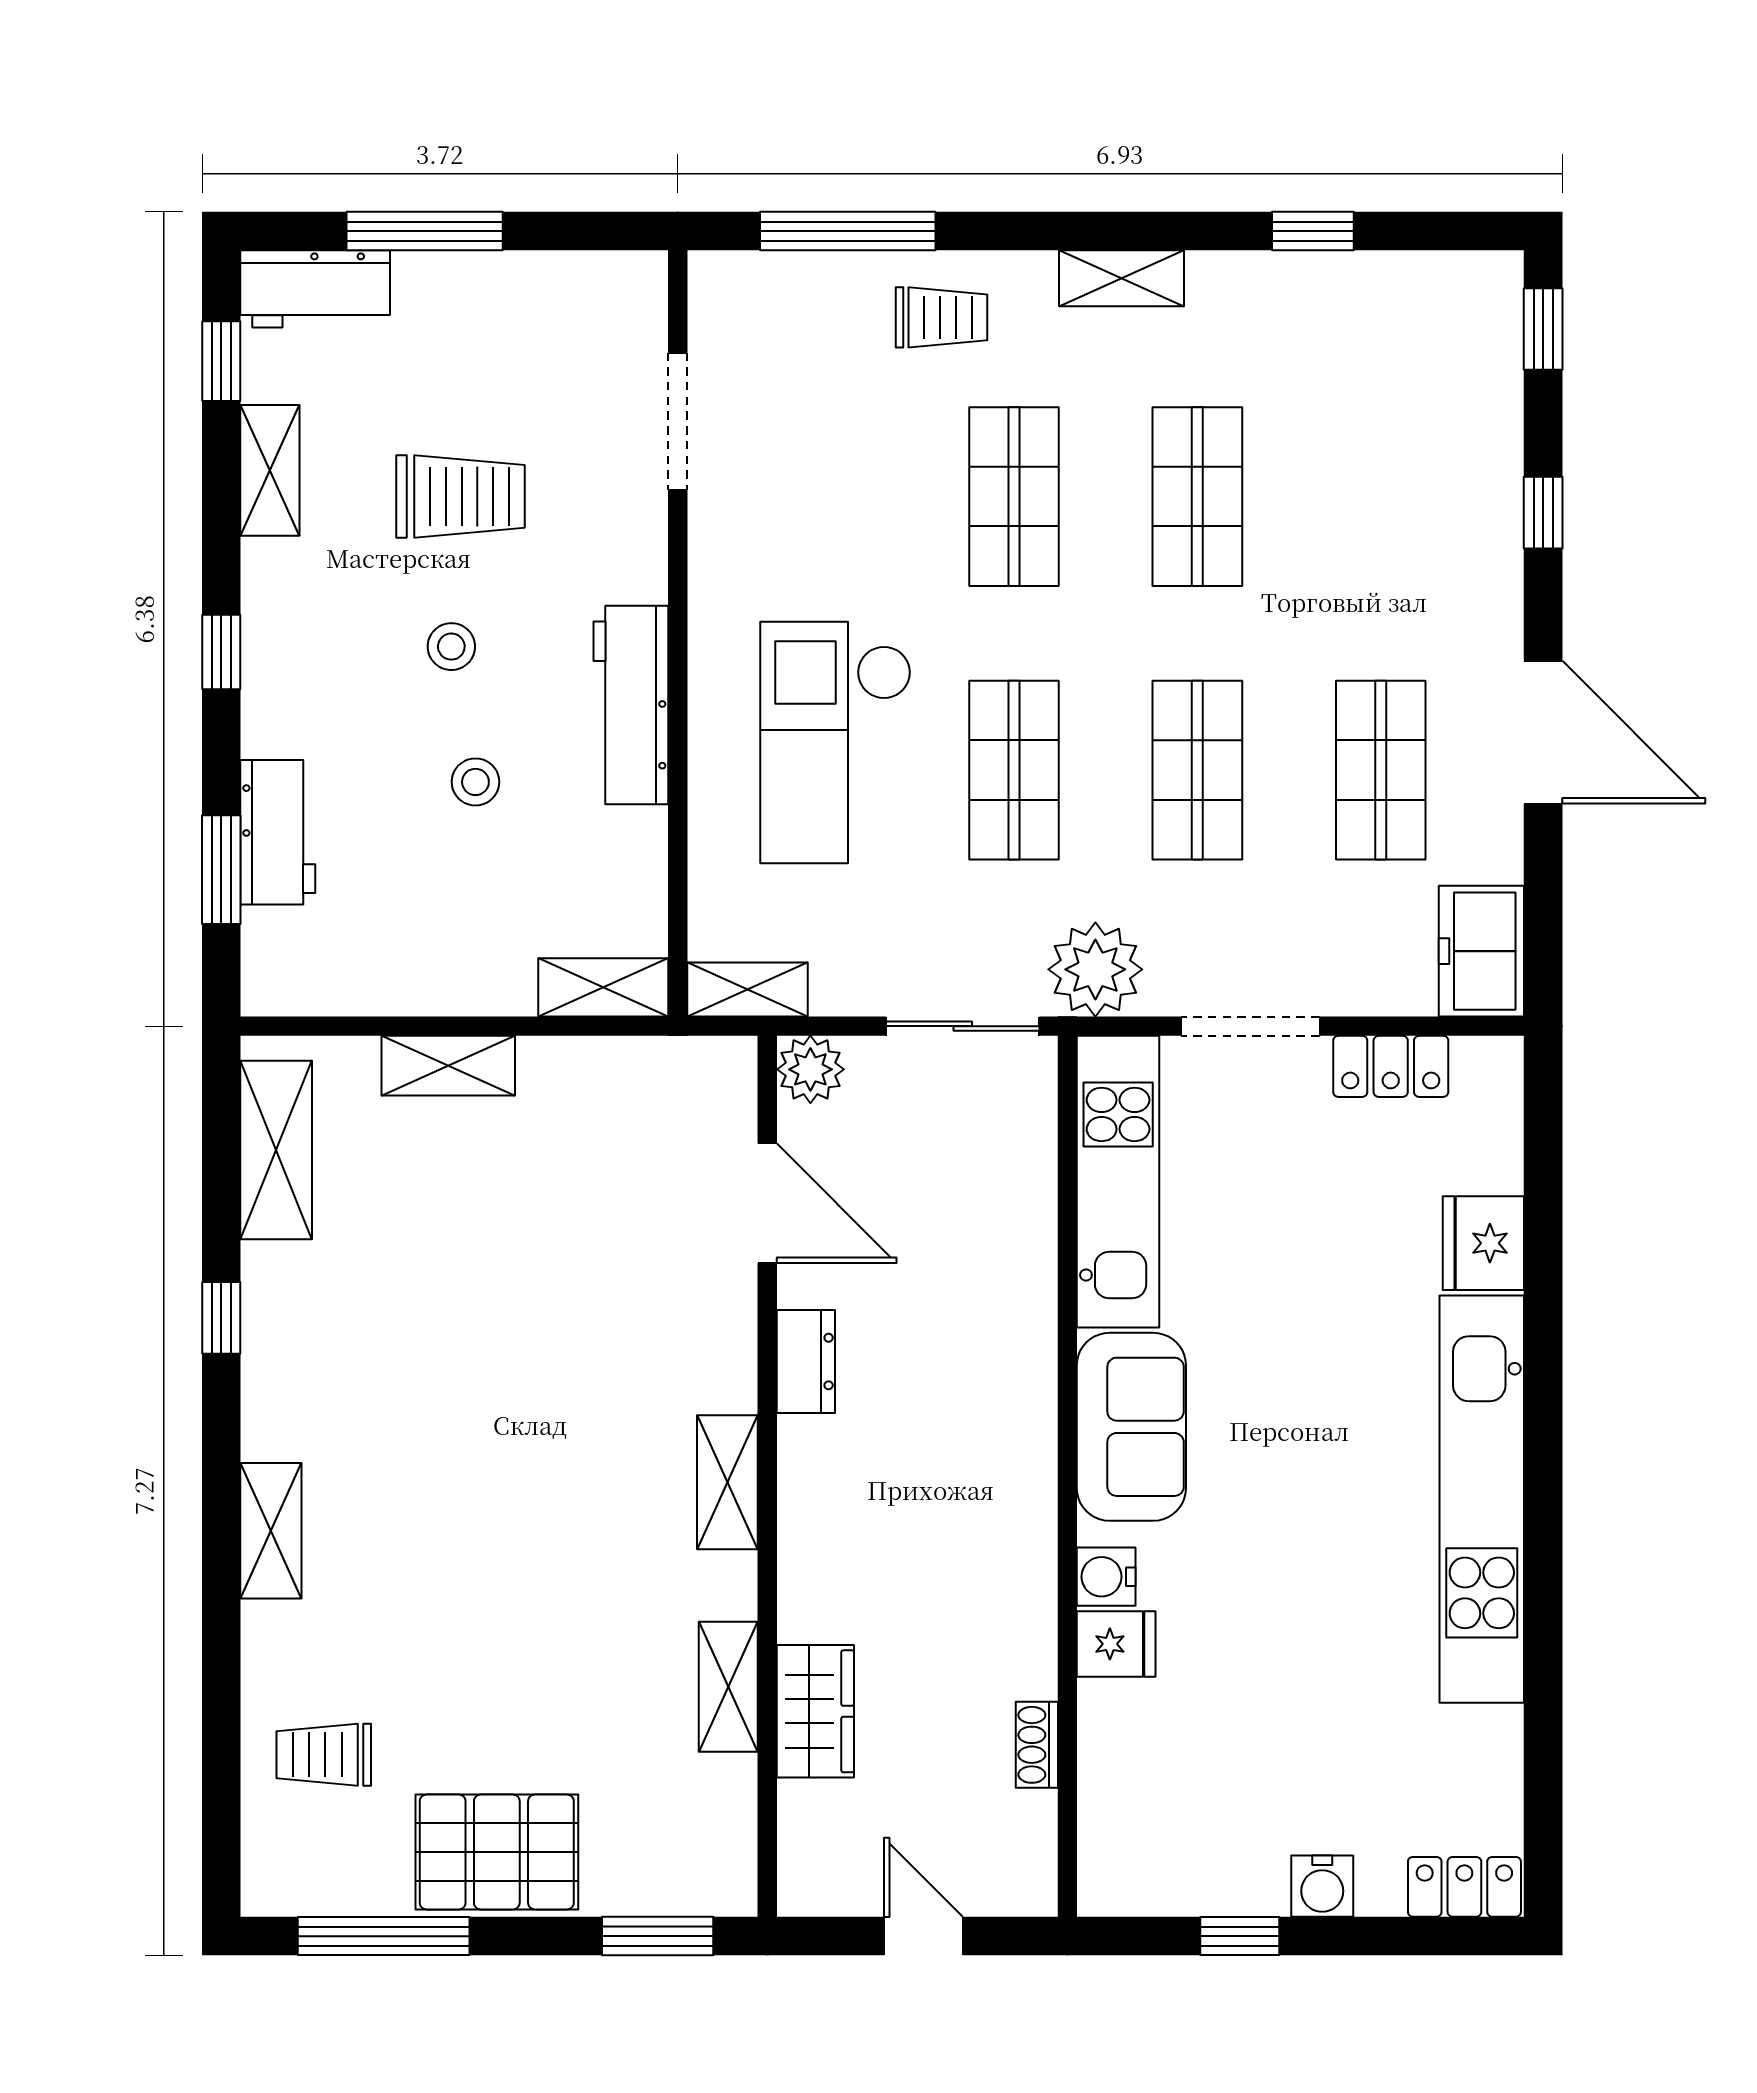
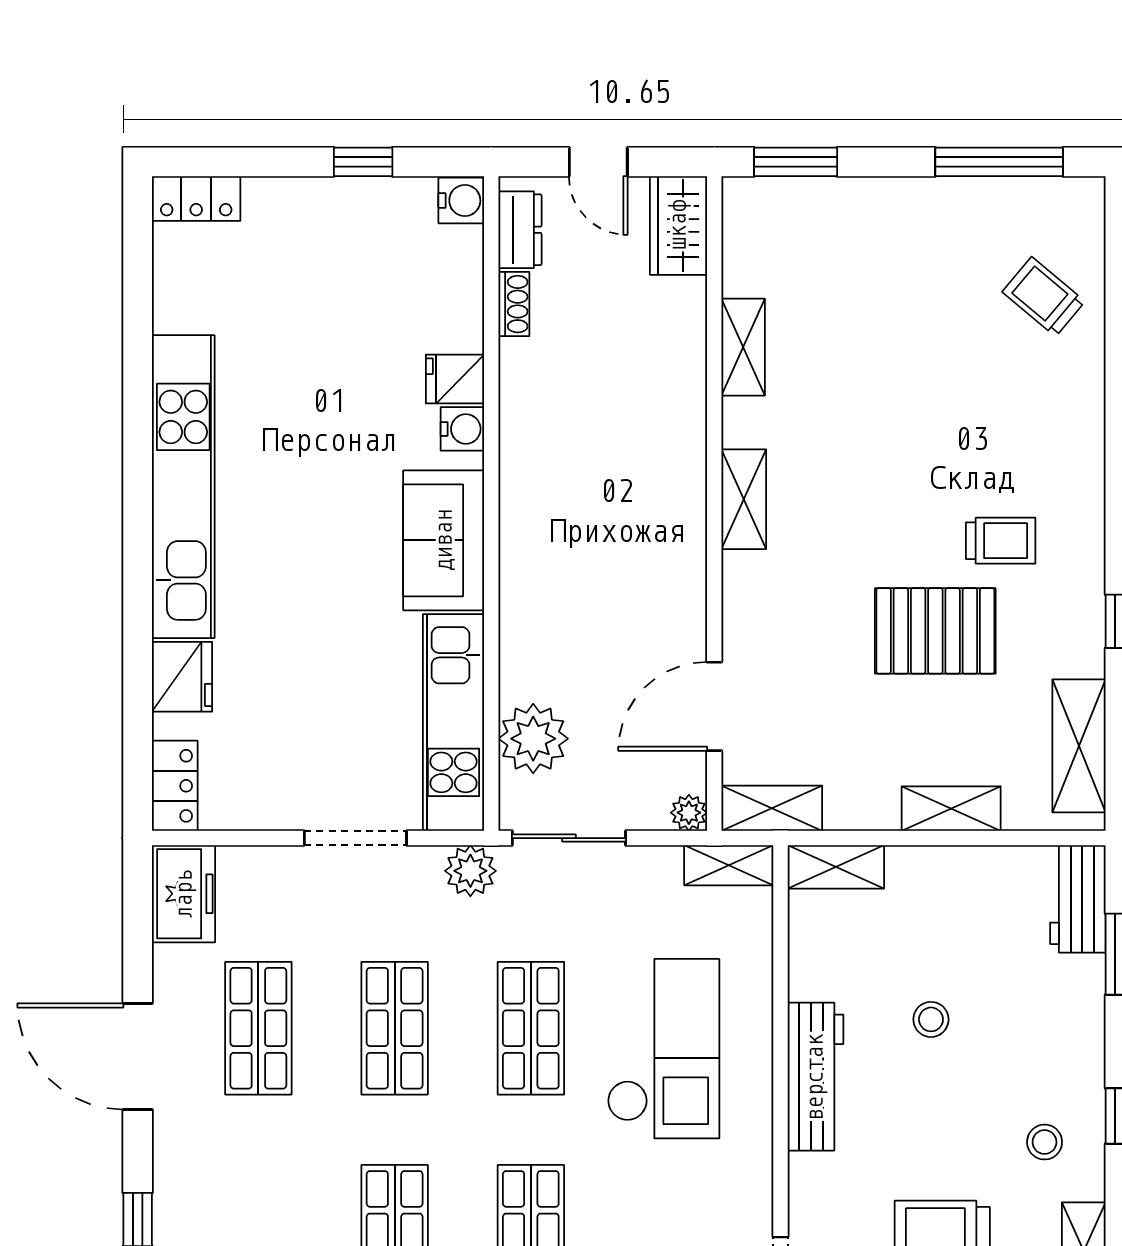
stool: (451, 647) -> (1045, 1142), moved
workbench: (278, 832) -> (1078, 899), moved
plant: (1095, 969) -> (470, 871), width x0.73, depth x0.73
locker: (1391, 1066) -> (175, 786), moved, turned 90
plant: (810, 1069) -> (689, 813), width x0.73, depth x0.73
plant: (1011, 1160) -> (533, 739), added
door: (767, 1203) -> (714, 706), hinge flipped
dresser: (806, 1362) -> (520, 230), moved, turned 180
trolley: (382, 1426) -> (1001, 541), added
shelving: (271, 1531) -> (772, 808), moved, turned 90
wardrobe: (815, 1711) -> (678, 225), moved
trolley: (324, 1755) -> (1044, 297), turned -140
pallet: (497, 1852) -> (935, 631), moved
water cooler: (1322, 1886) -> (461, 200), moved, turned 90

